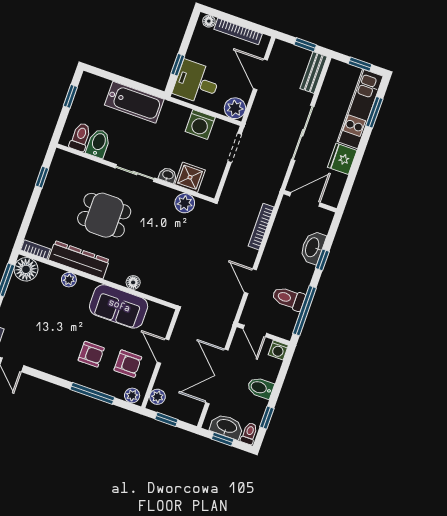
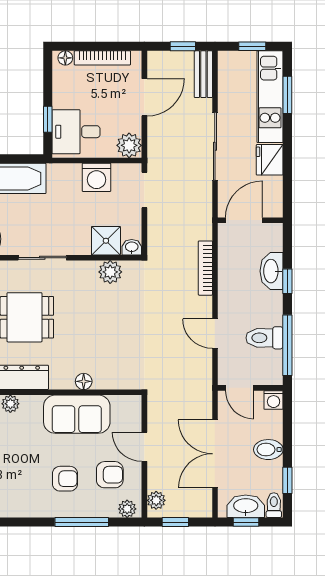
door: (260, 74) -> (144, 97), swing flipped
washbasin: (168, 175) -> (132, 247), moved

